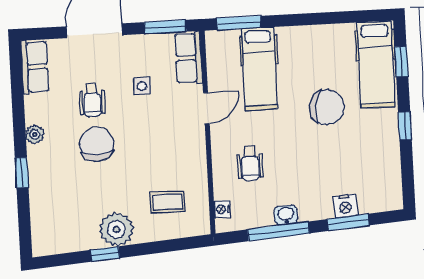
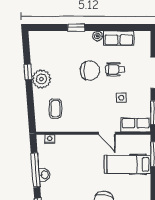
row of seats: (35, 67) -> (119, 38), moved
wheelchair: (250, 163) -> (75, 156), removed

